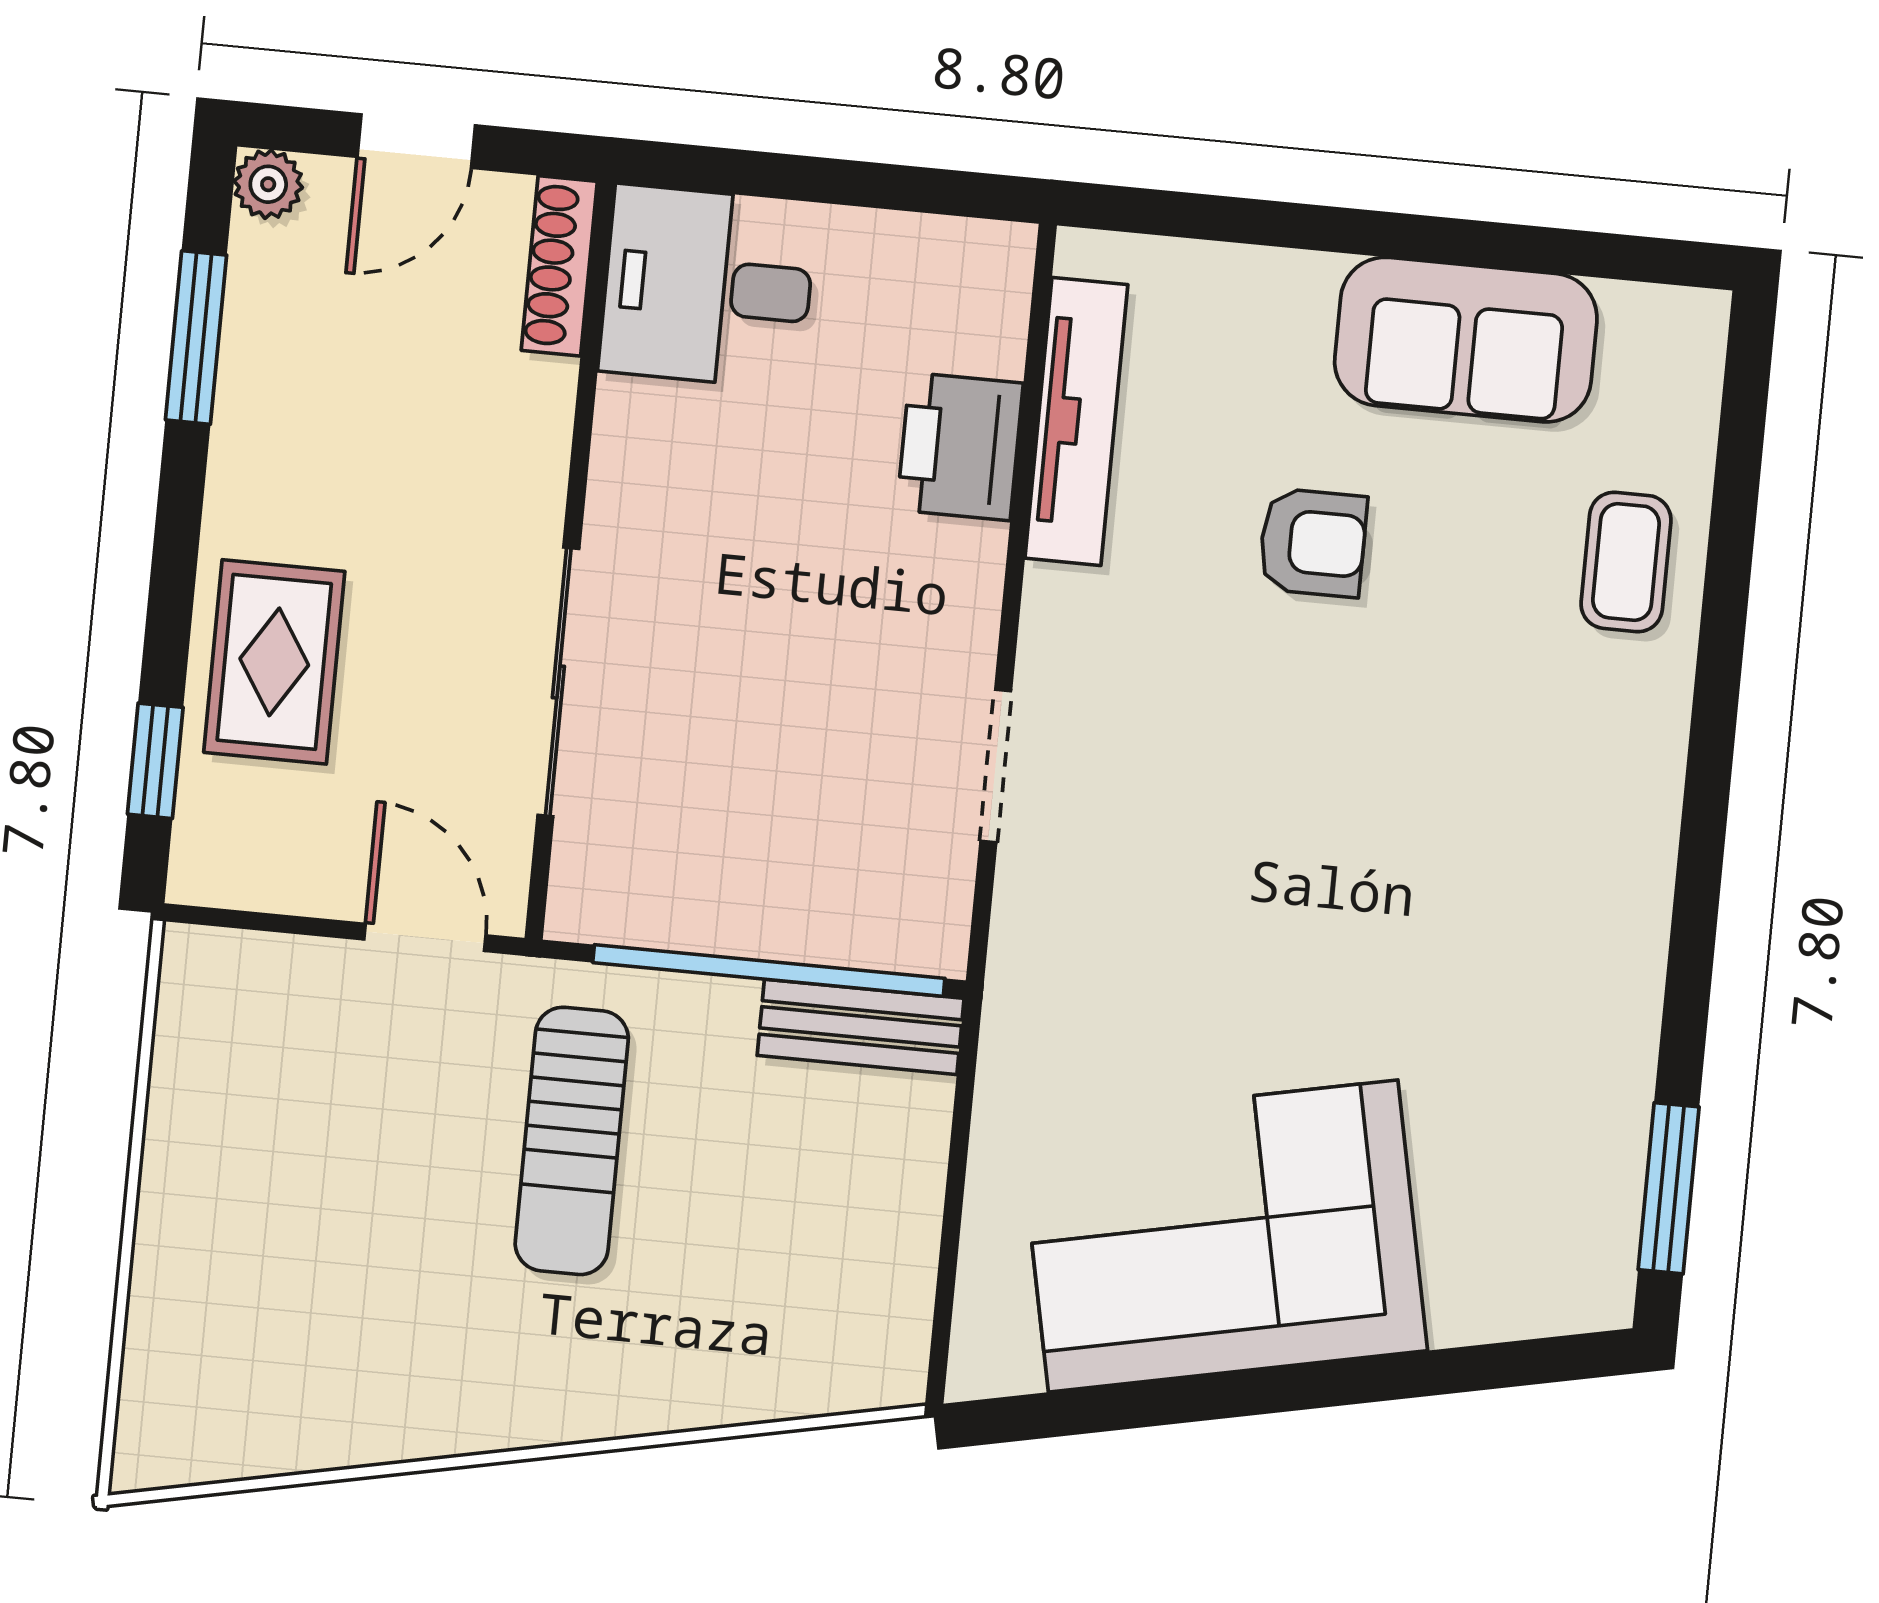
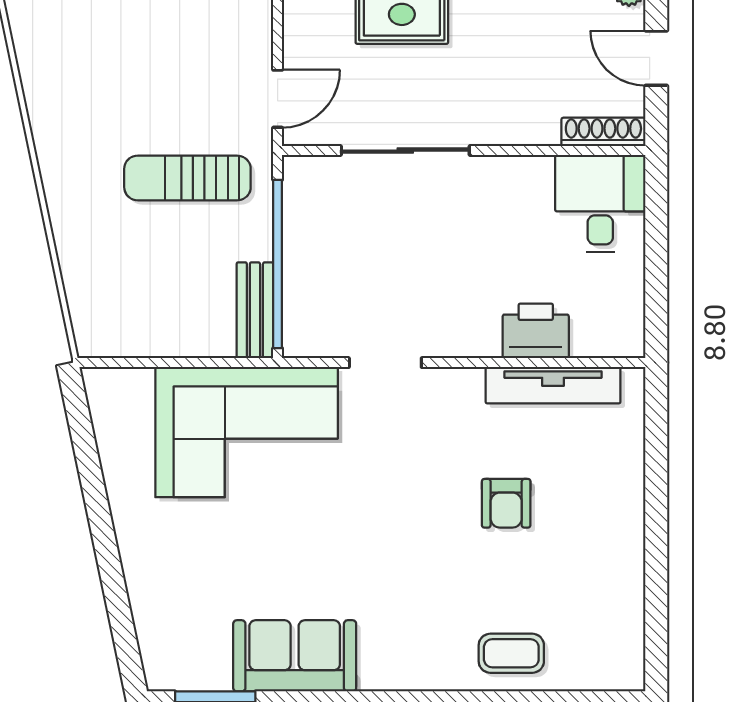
sofa: (1466, 340) -> (295, 656), moved, turned 90
corner sofa: (1223, 1236) -> (247, 432), moved, turned 102

